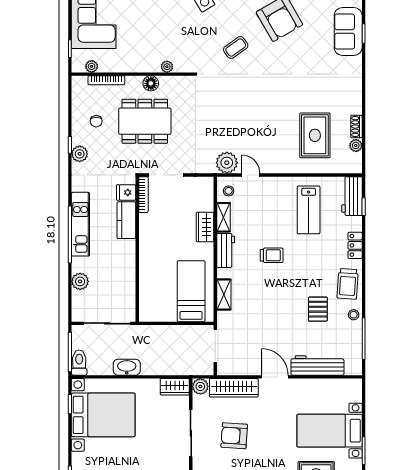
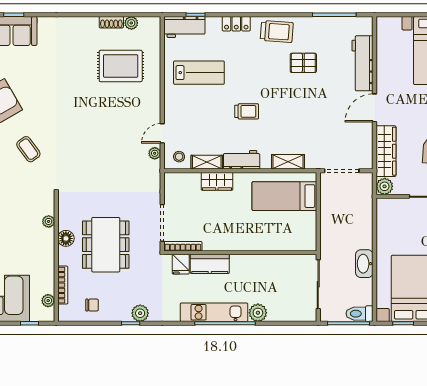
chair: (96, 121) -> (92, 305), moved
plant: (227, 163) -> (155, 153), width x0.53, depth x0.53
trolley: (272, 255) -> (247, 111), turned 90
plant: (80, 281) -> (258, 313), moved
stool: (354, 315) -> (309, 25), removed
wardrobe: (175, 387) -> (385, 213), removed

